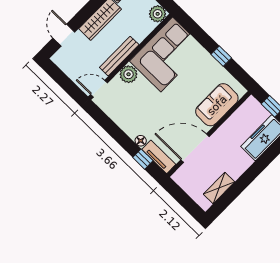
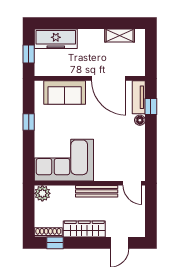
plant: (129, 74) -> (103, 173), removed

